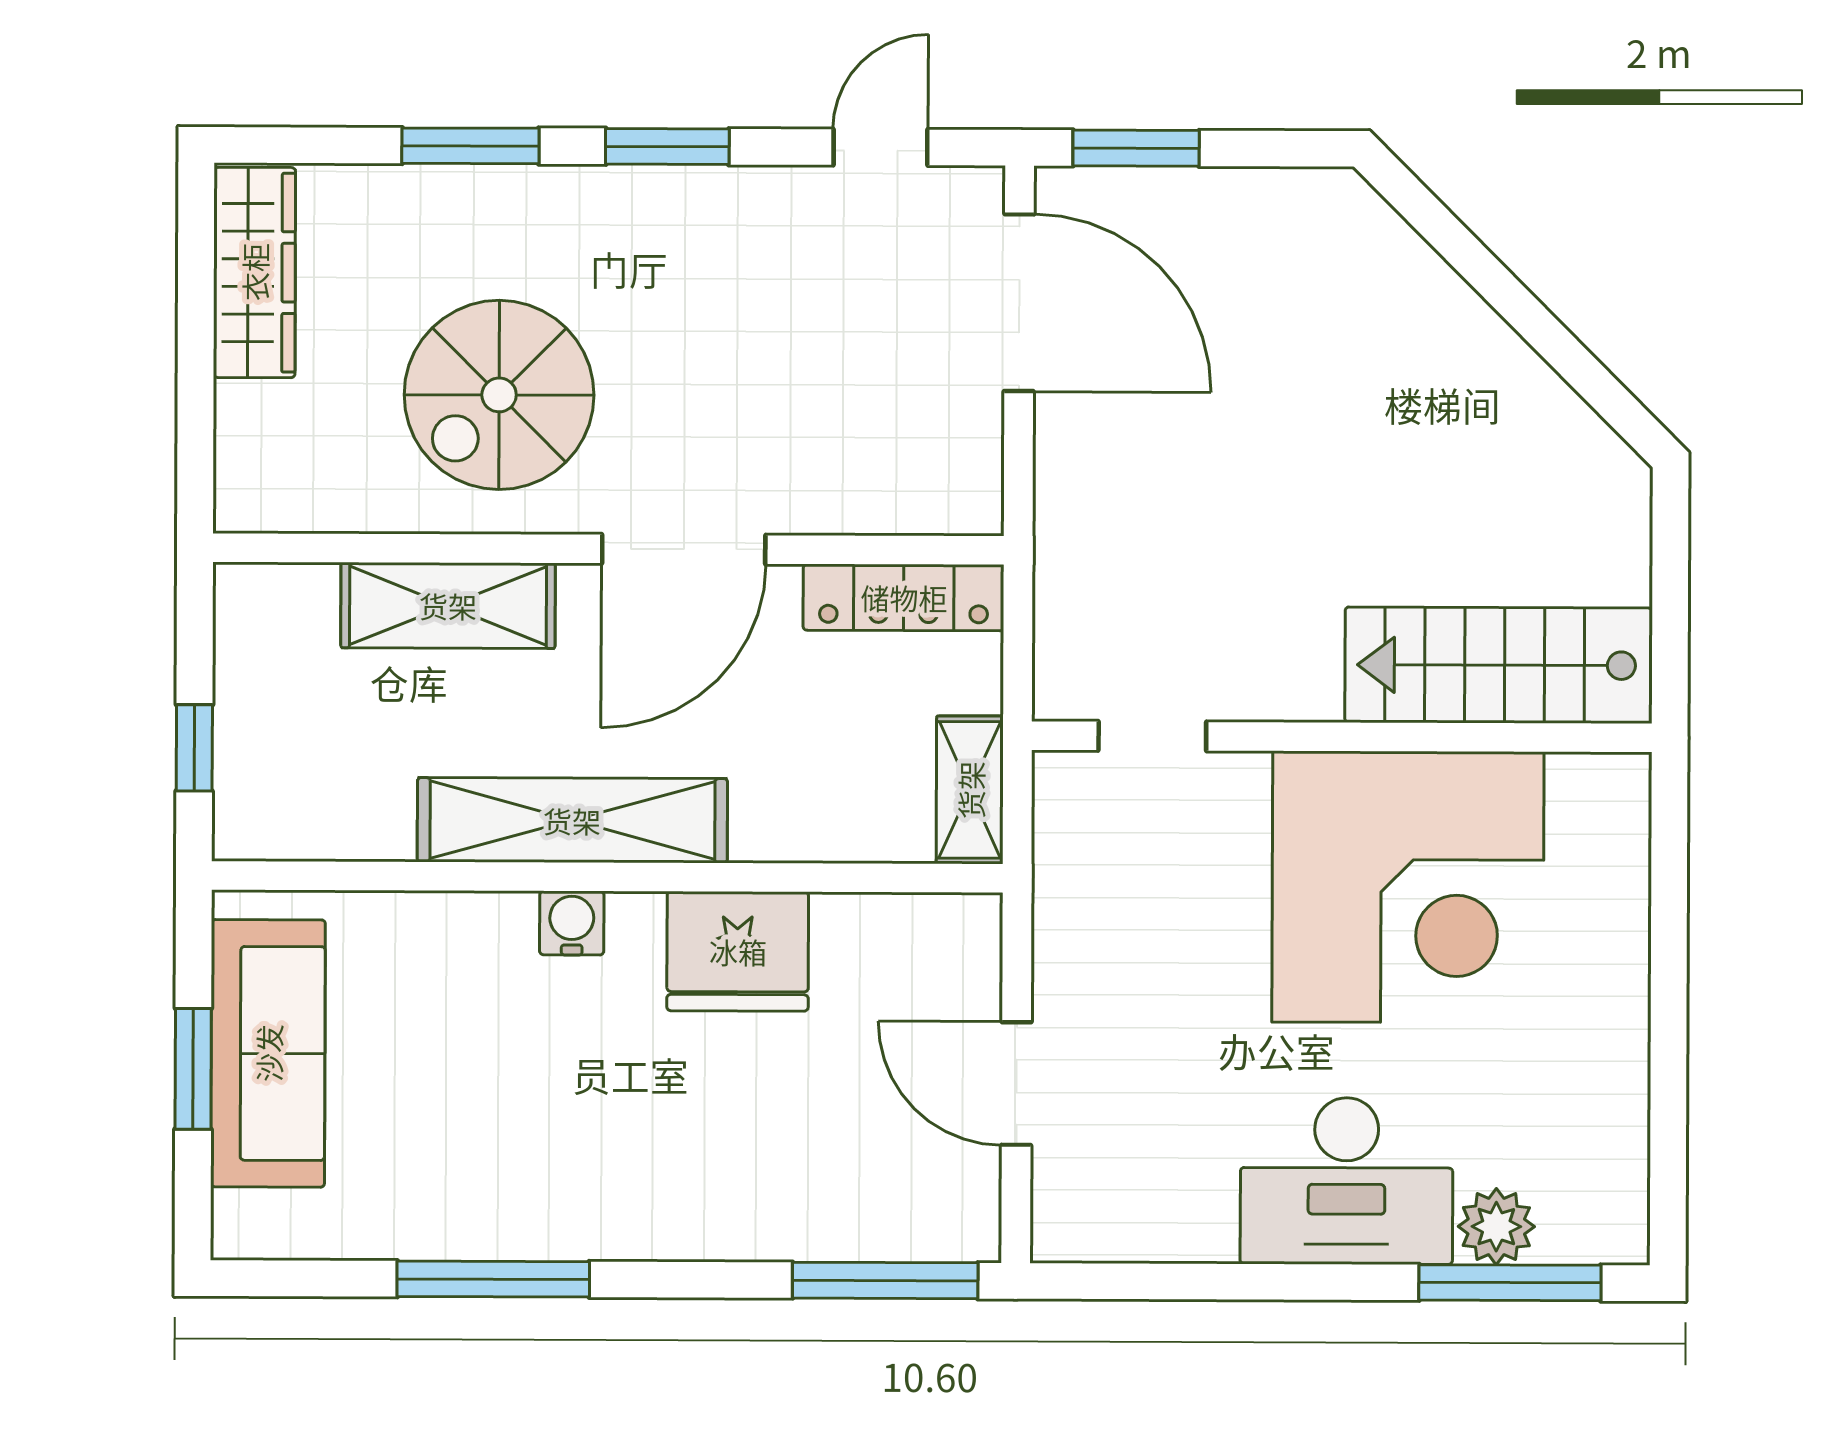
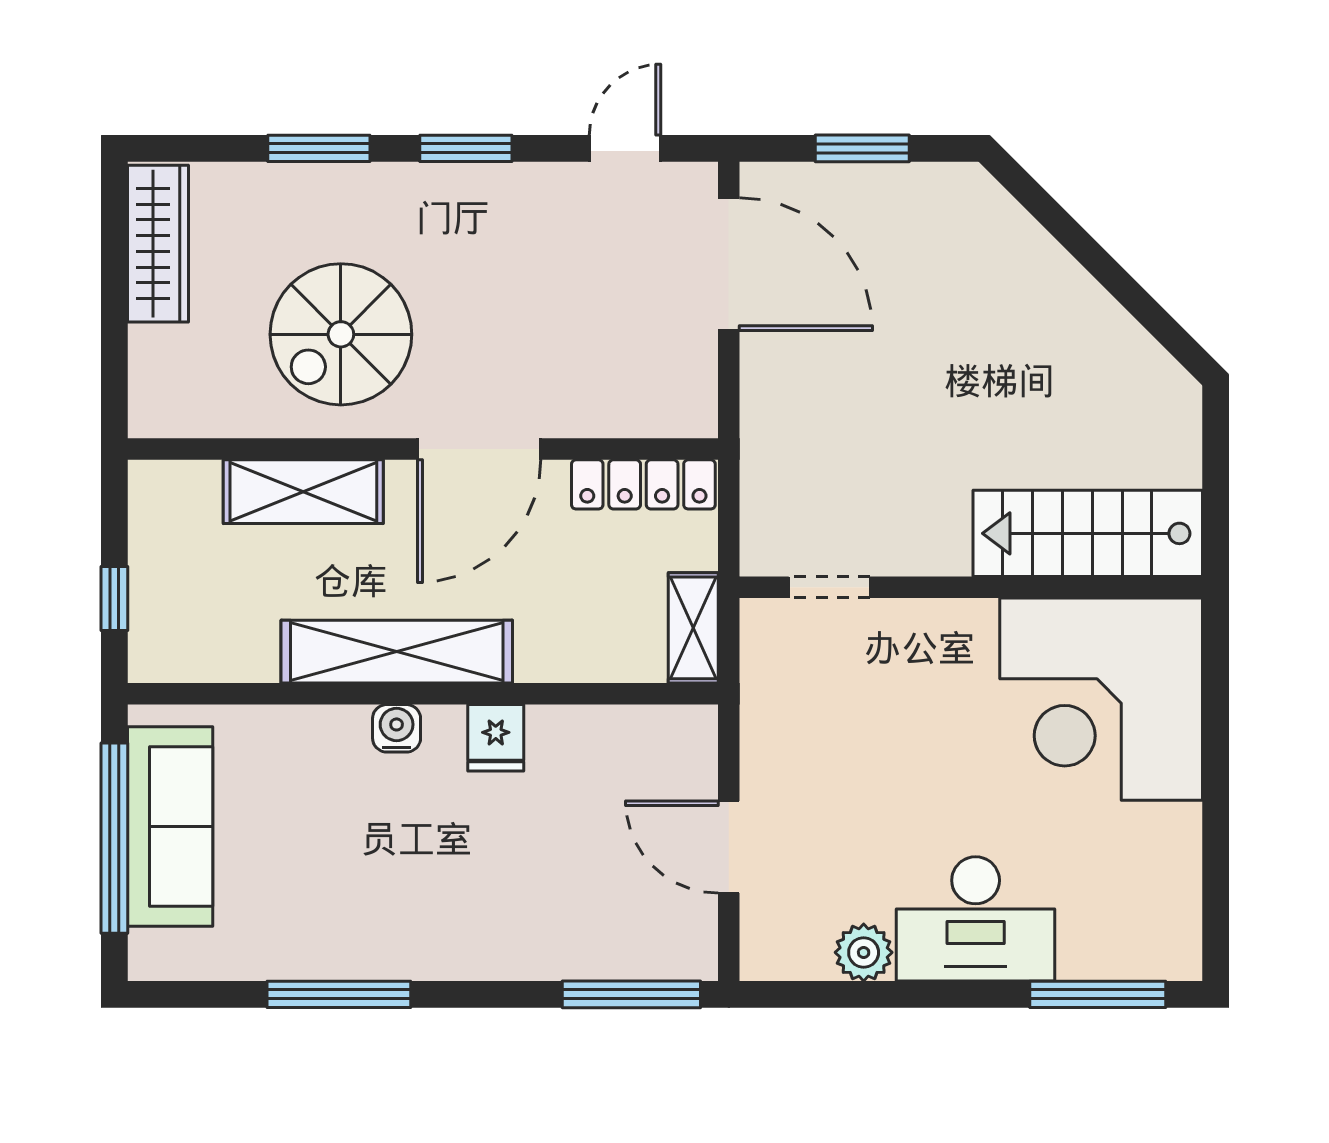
window: (1136, 148) -> (862, 148), moved
corner desk: (1408, 887) -> (1101, 699), moved, turned 90
fridge: (738, 951) -> (496, 738), width x0.53, depth x0.75
window: (193, 1069) -> (114, 838), width x2.11
plant: (1496, 1227) -> (864, 952), moved

